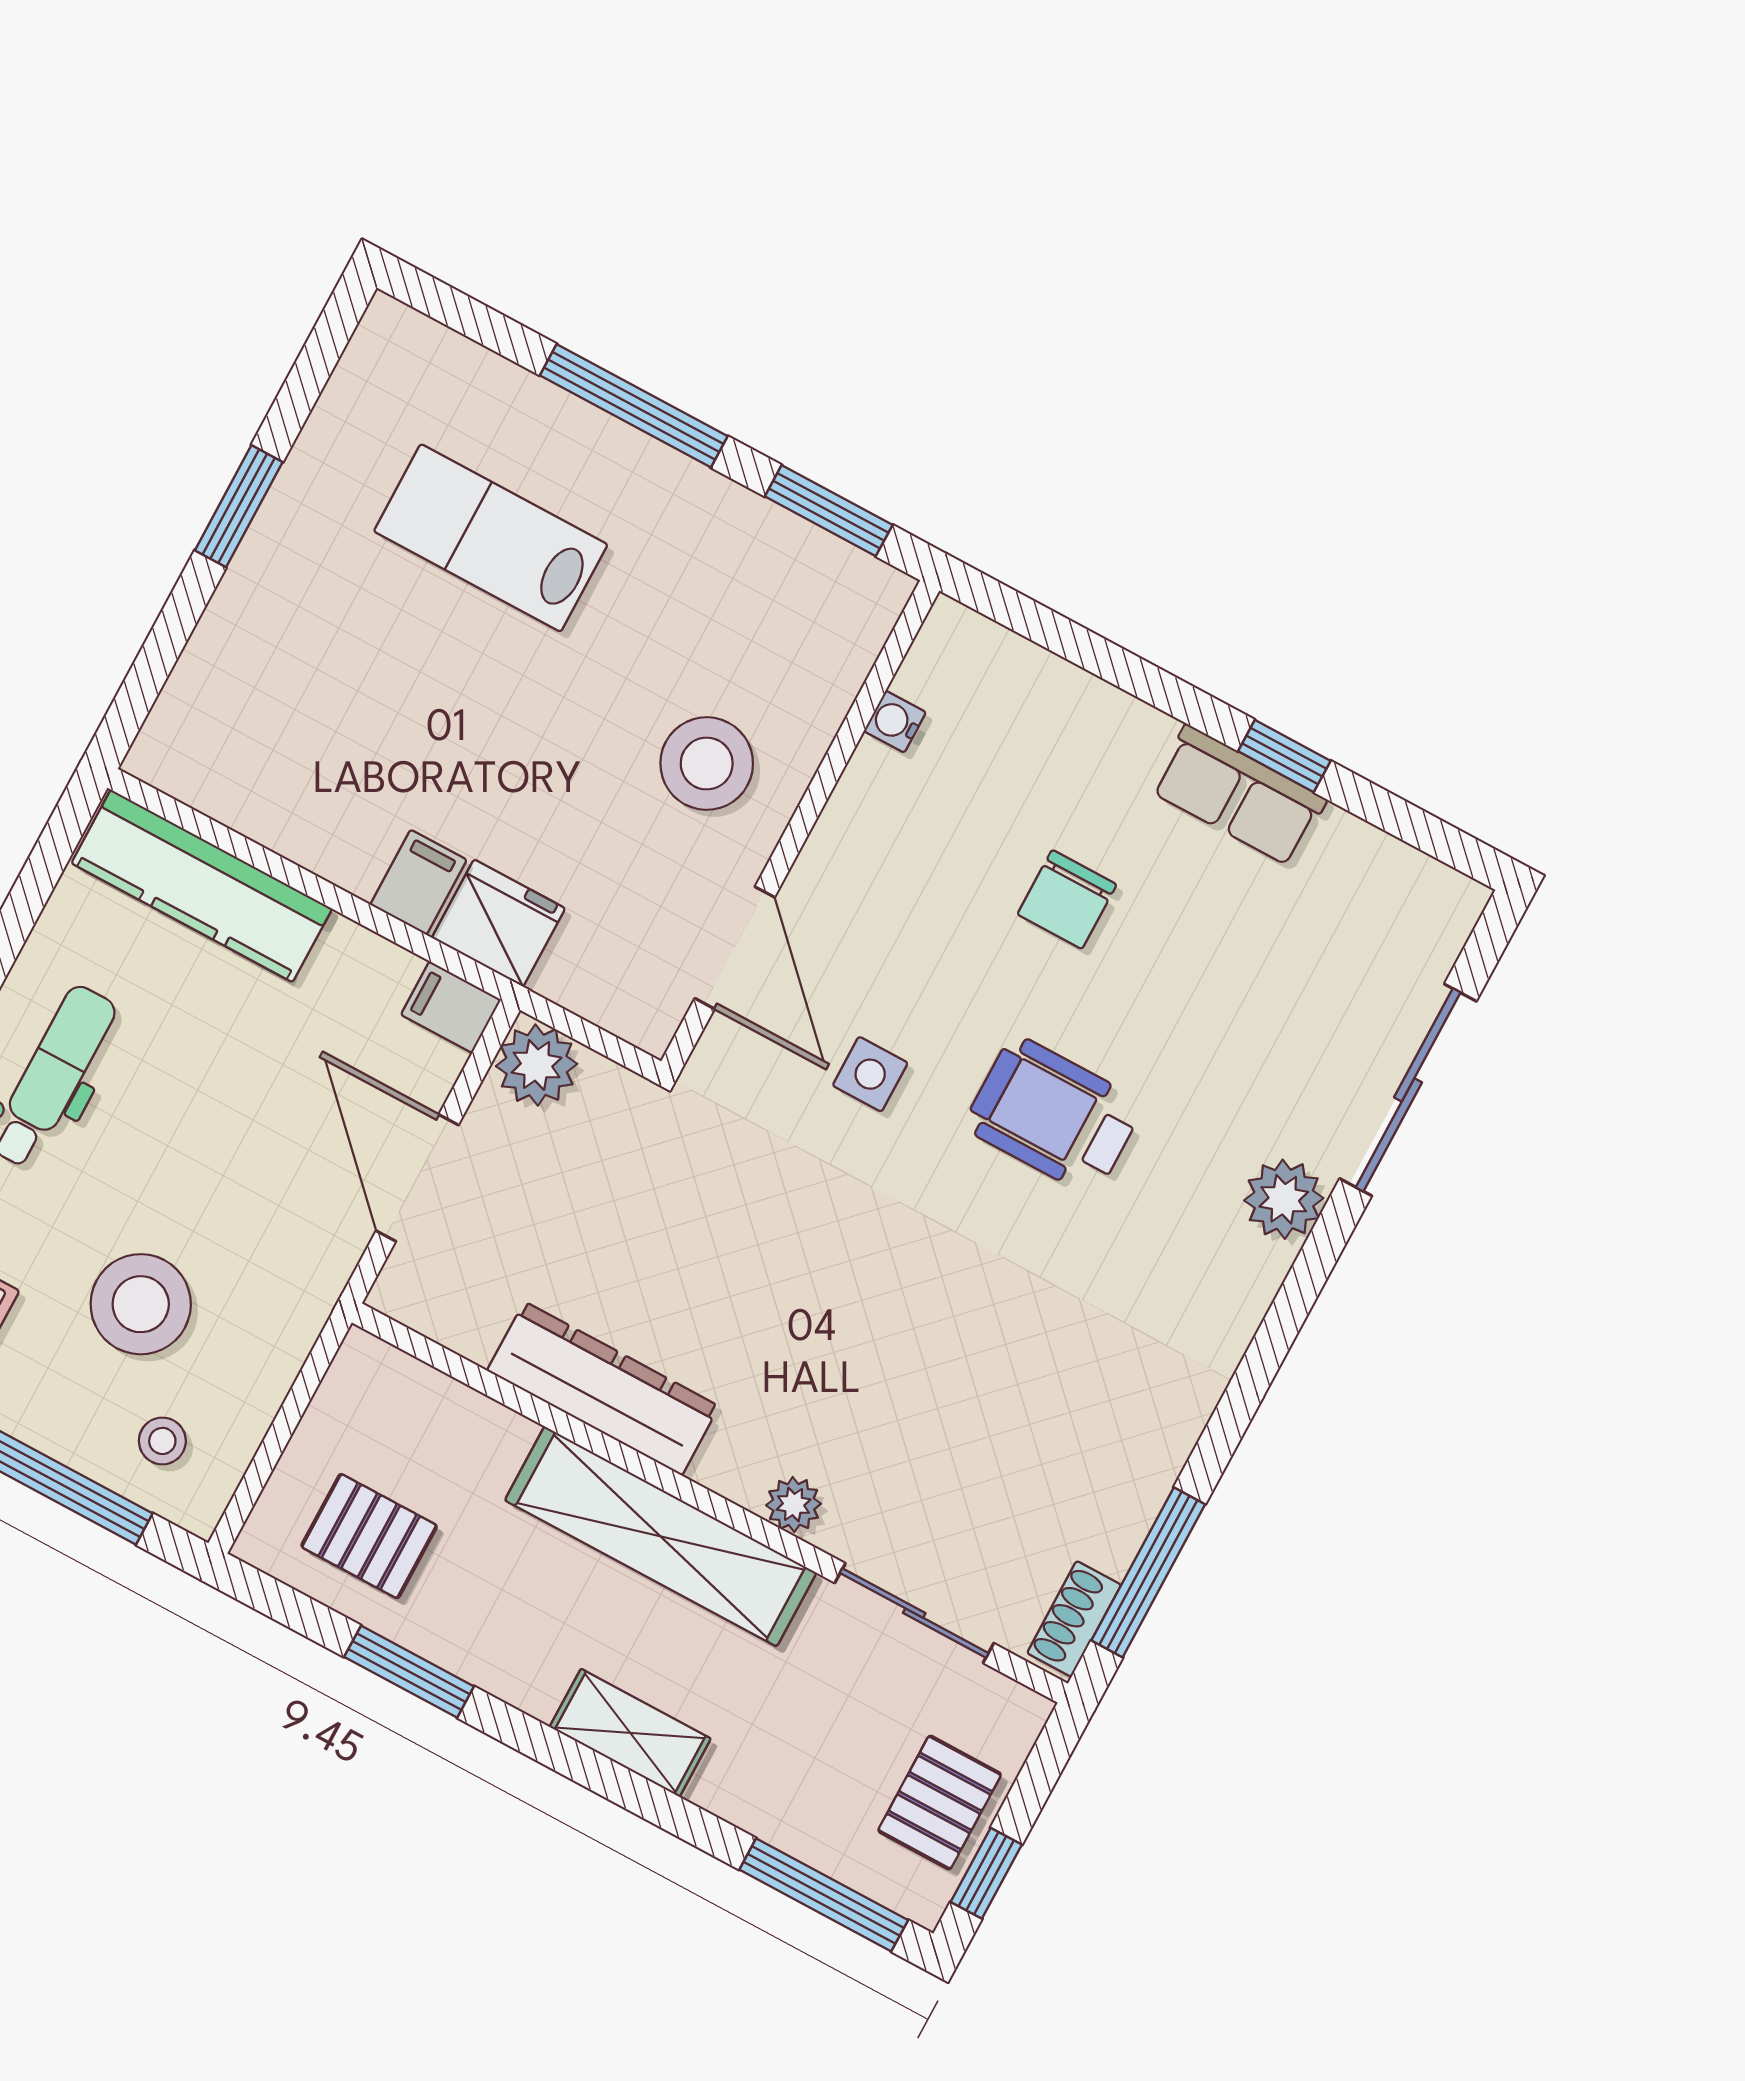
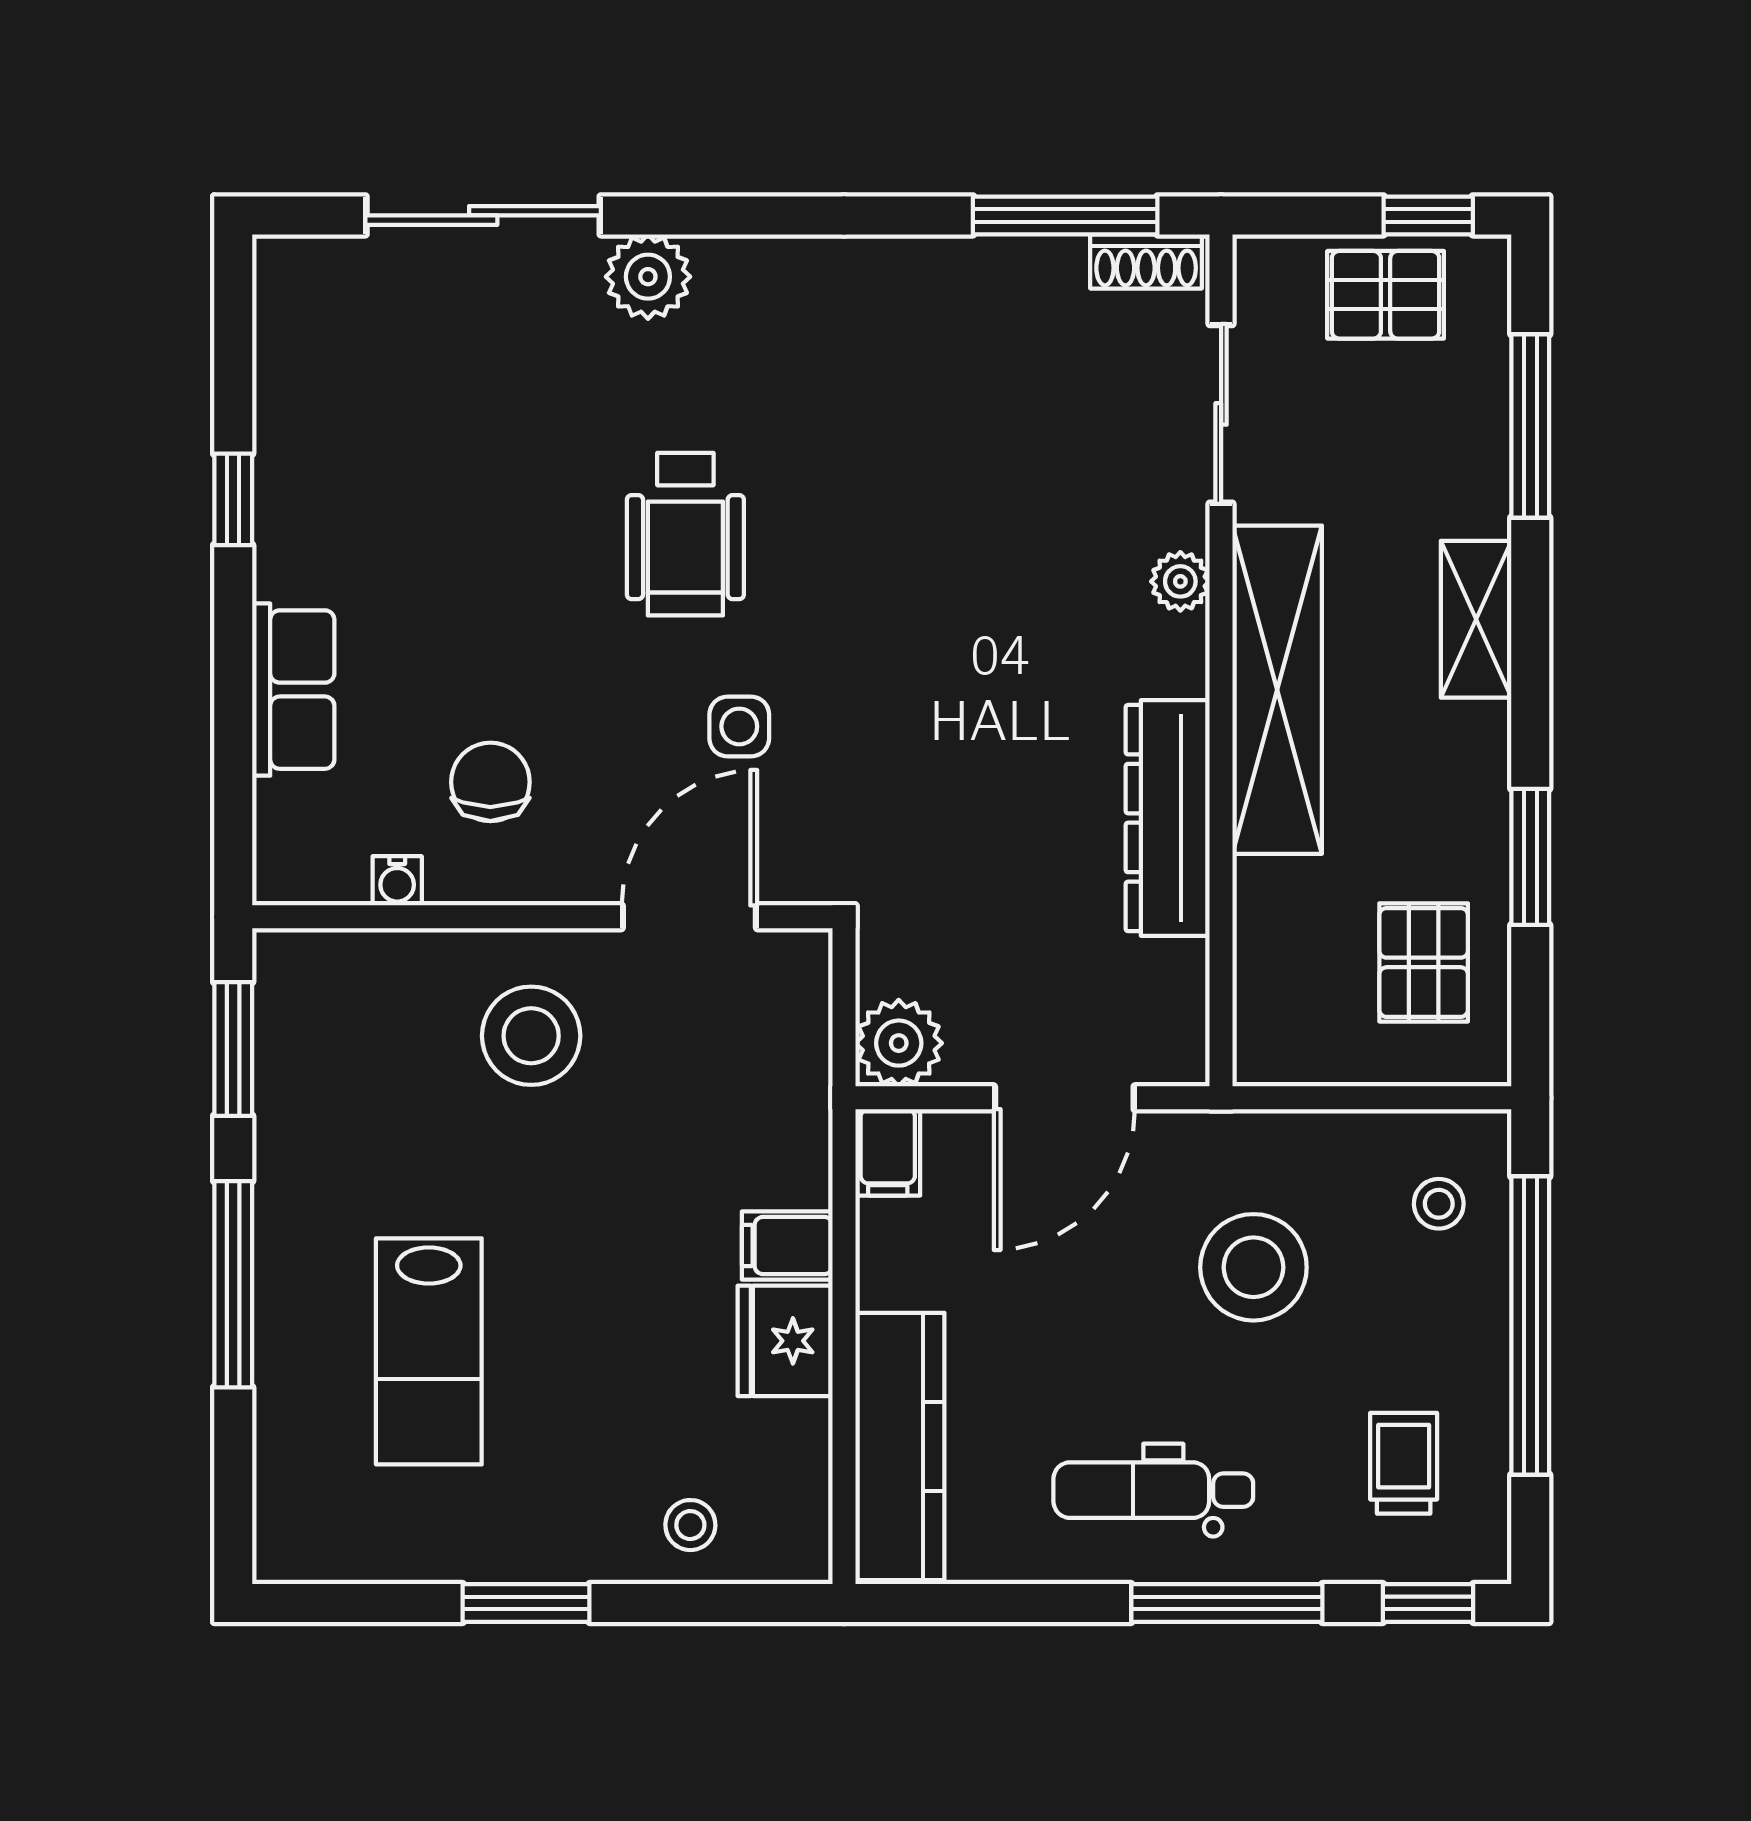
stool: (230, 677) -> (690, 1525), added
row of seats: (1238, 795) -> (293, 690), moved
chair: (1067, 899) -> (490, 782), moved, turned -90
fridge: (498, 923) -> (785, 1341), moved
stool: (141, 1304) -> (1253, 1267), moved
window: (824, 1895) -> (1530, 426), moved

